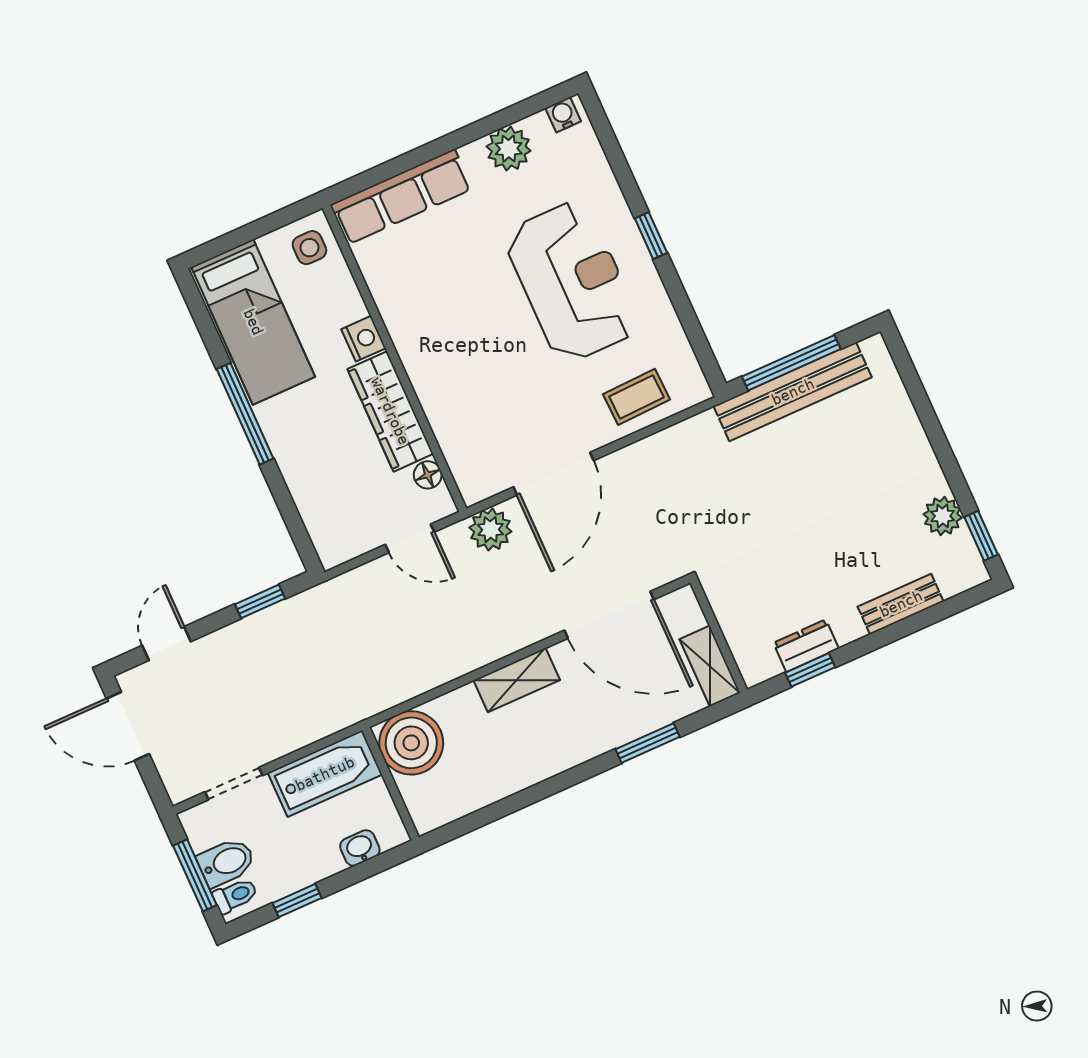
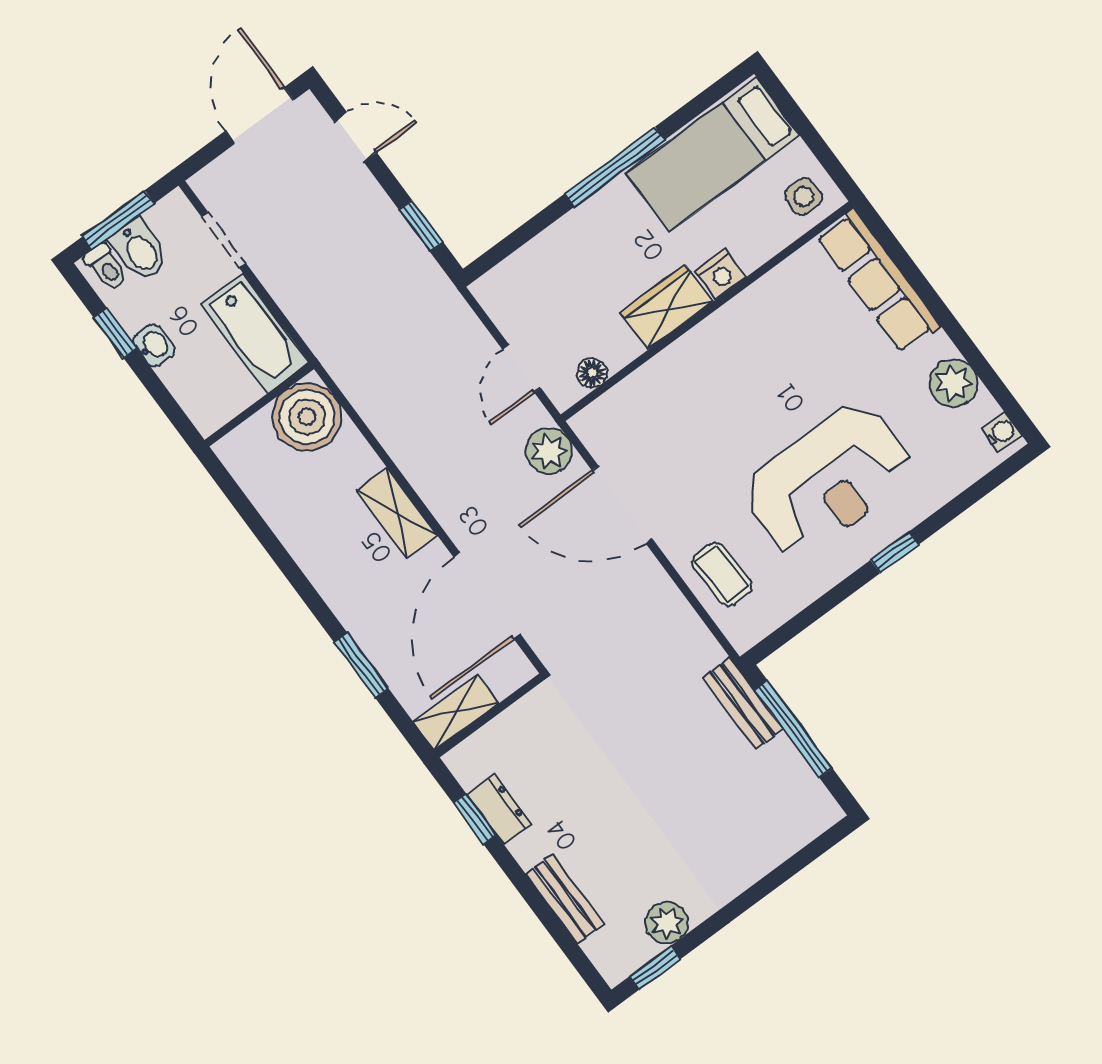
bench: (793, 392) -> (743, 703), width x0.54, depth x0.82
wardrobe: (390, 411) -> (666, 307), width x0.67
washbasin: (360, 848) -> (154, 345), moved

